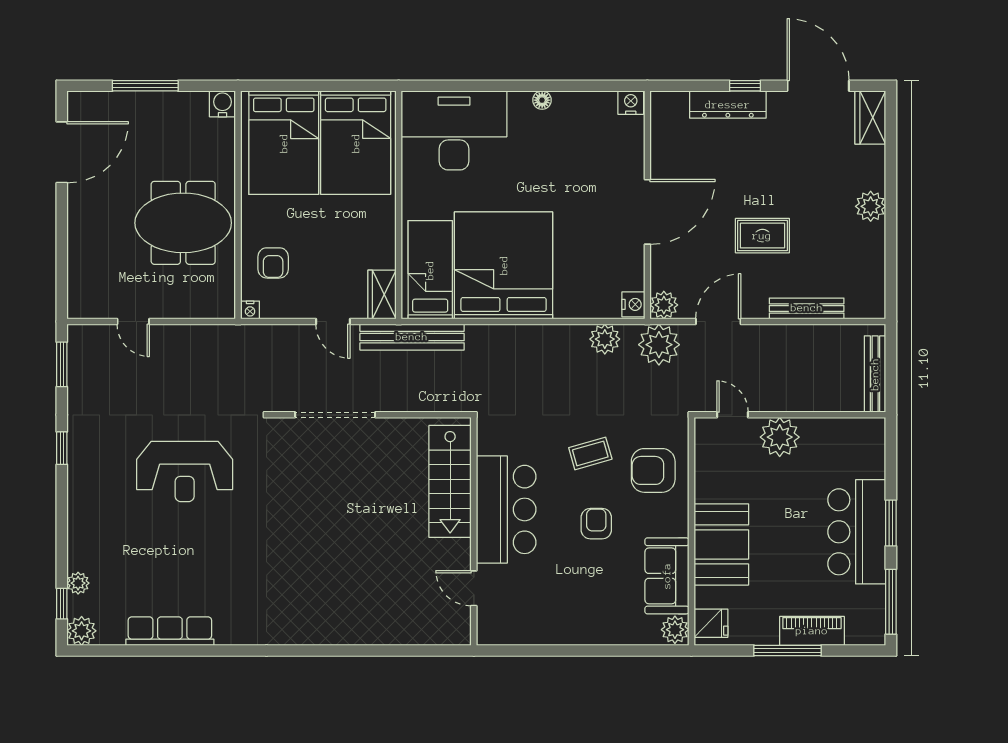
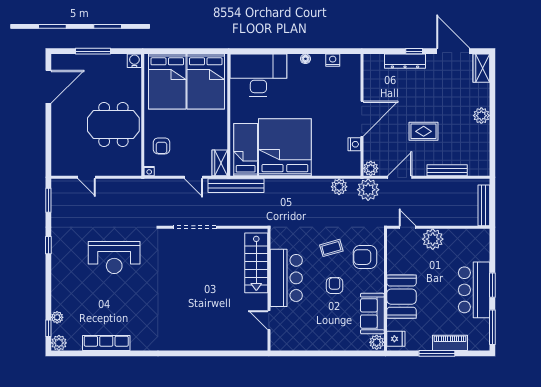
nightstand: (631, 103) -> (333, 60), moved
nightstand: (633, 304) -> (354, 144), moved

